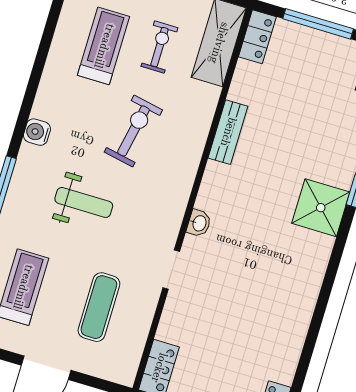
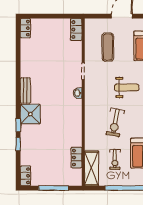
locker: (257, 37) -> (77, 158), moved
bench: (228, 132) -> (25, 90), moved
weight bench: (84, 202) -> (127, 87), turned 180

